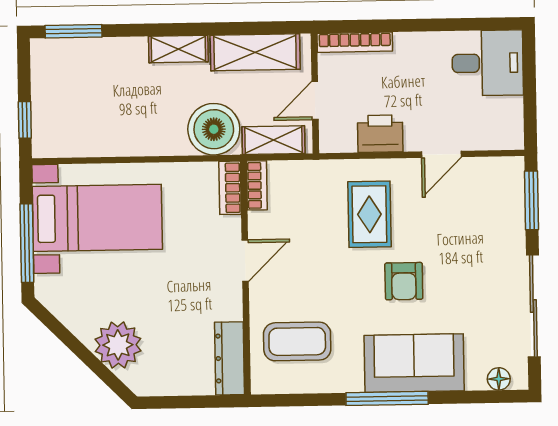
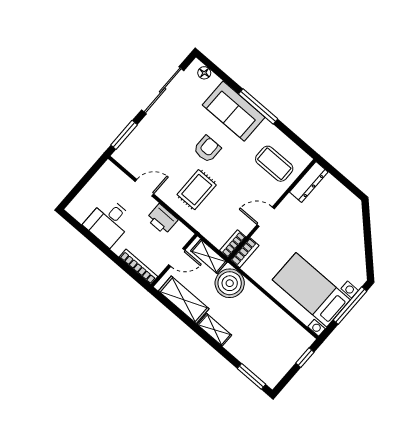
desk: (488, 63) -> (109, 222), moved, turned -90
plant: (118, 345) -> (350, 229), removed

